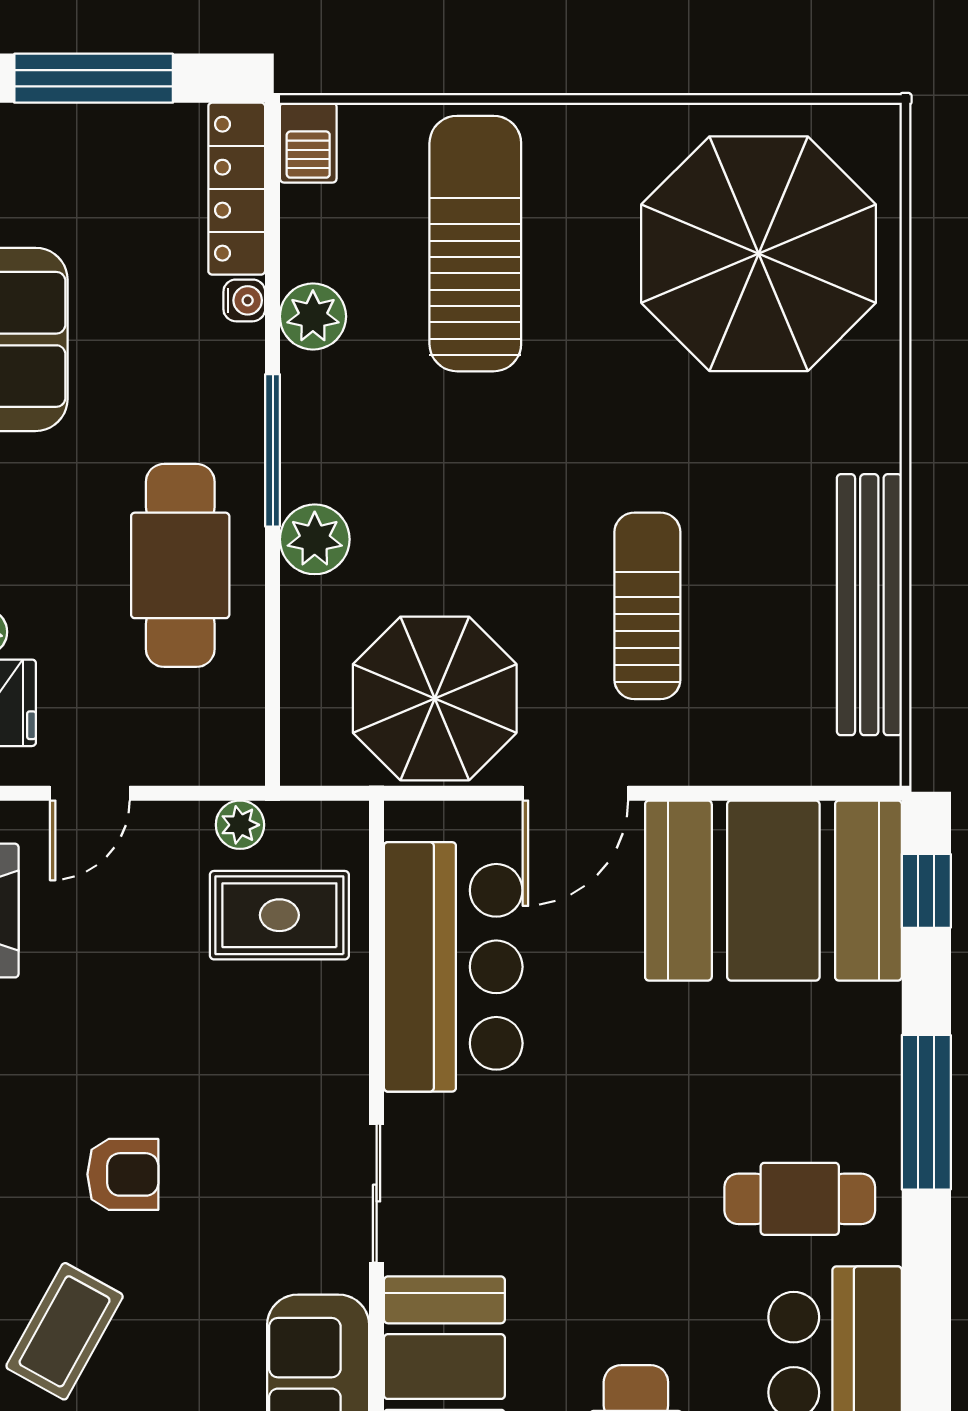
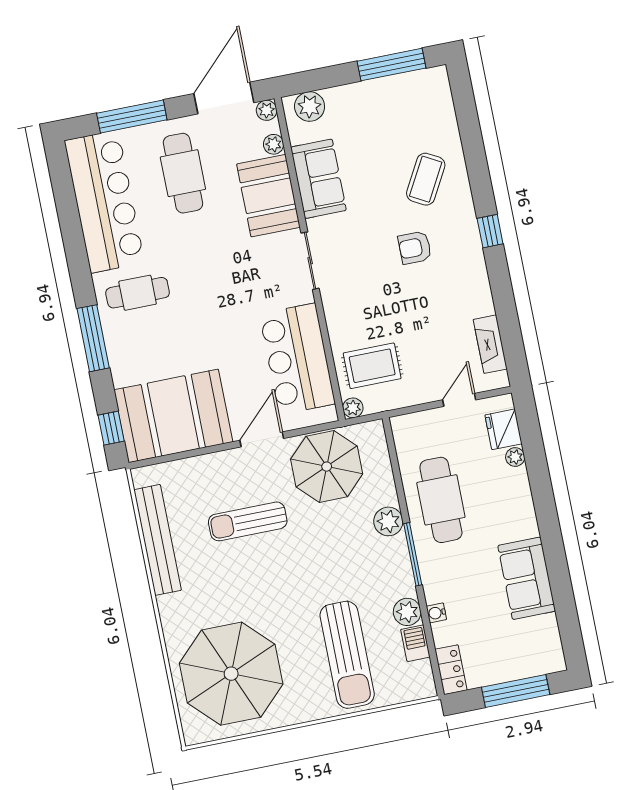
barbecue: (308, 143) -> (415, 643), moved
locker: (237, 189) -> (451, 670), width x0.66
sun lounger: (647, 606) -> (248, 521), turned 90
plant: (240, 825) -> (353, 408), moved

